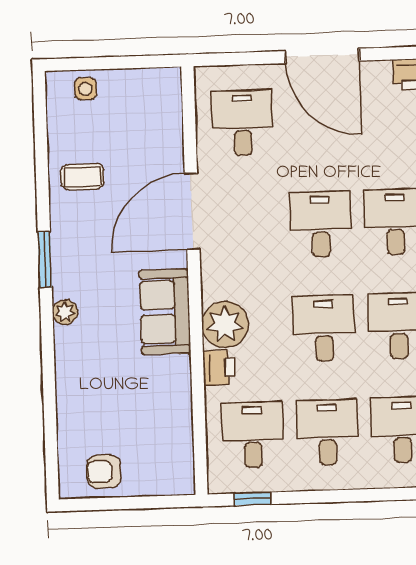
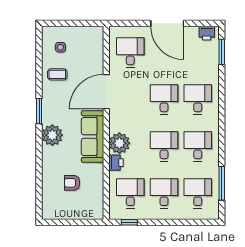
side table: (85, 89) -> (60, 47), moved
plant: (65, 312) -> (52, 135), width x1.87, depth x1.87
sofa: (165, 312) -> (93, 137), width x1.36
armchair: (104, 472) -> (72, 183), moved

